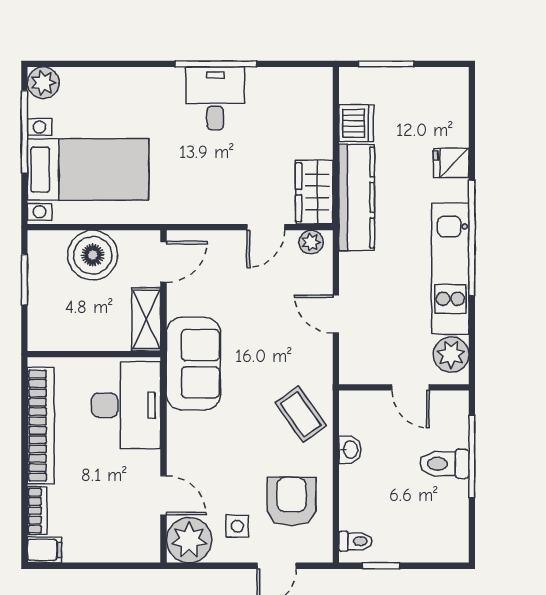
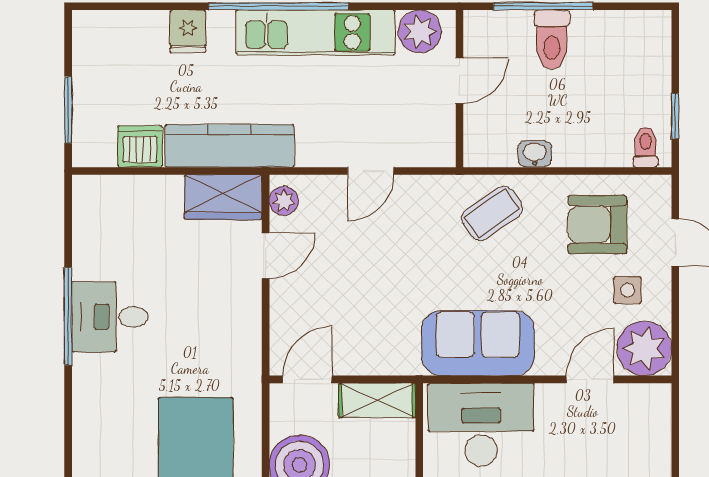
door: (266, 227) -> (266, 256), hinge flipped
door: (163, 262) -> (307, 379), hinge flipped
sofa: (193, 364) -> (478, 343), moved

